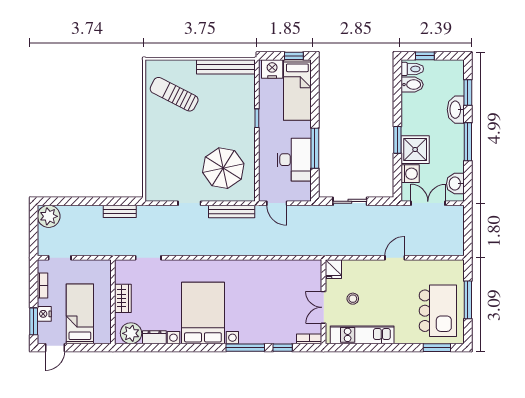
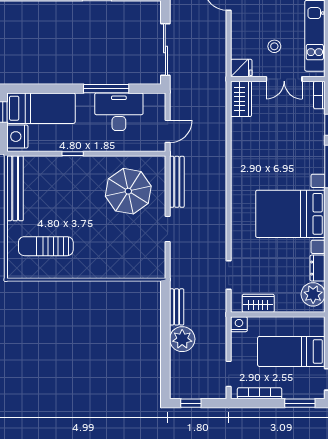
sun lounger: (174, 94) -> (46, 246), turned 63
sliding door: (350, 201) -> (165, 49), width x1.37
plant: (49, 216) -> (182, 339), moved
window: (34, 224) -> (191, 403), added
wardrobe: (306, 269) -> (241, 99), added
bookcase: (43, 285) -> (260, 393), width x1.56
wardrobe: (123, 298) -> (258, 303), moved
nightstand: (44, 314) -> (239, 324), moved, turned 180

